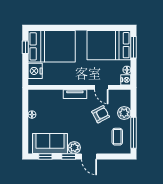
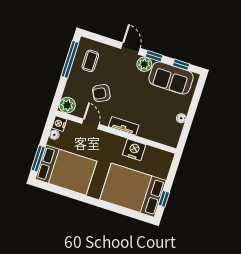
nightstand: (35, 71) -> (134, 150), moved, turned -90
plant: (124, 113) -> (67, 105), moved

